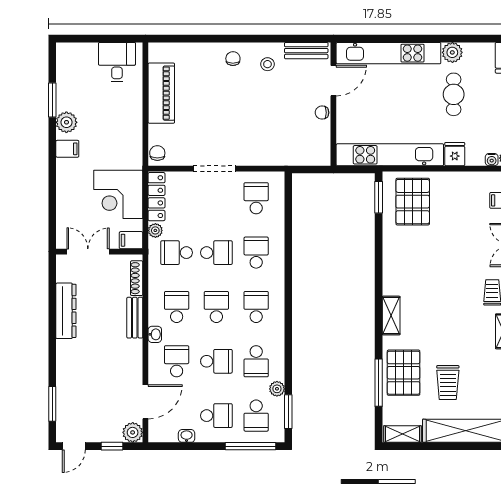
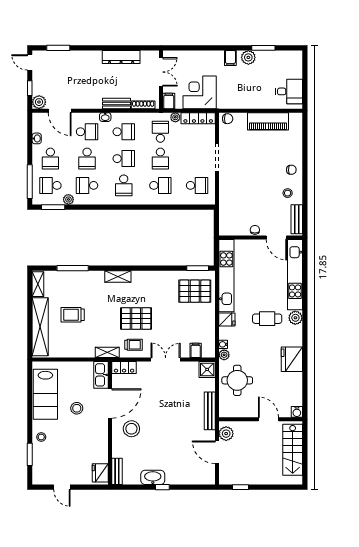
school desk: (256, 307) -> (124, 185), turned 90
pallet: (404, 373) -> (136, 319), moved

